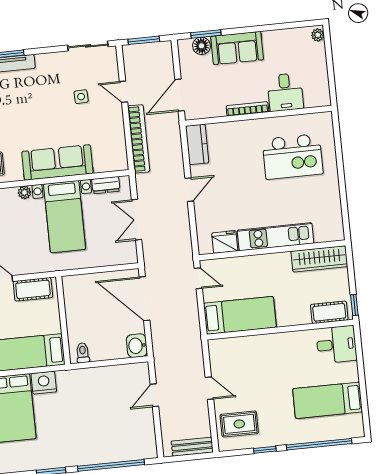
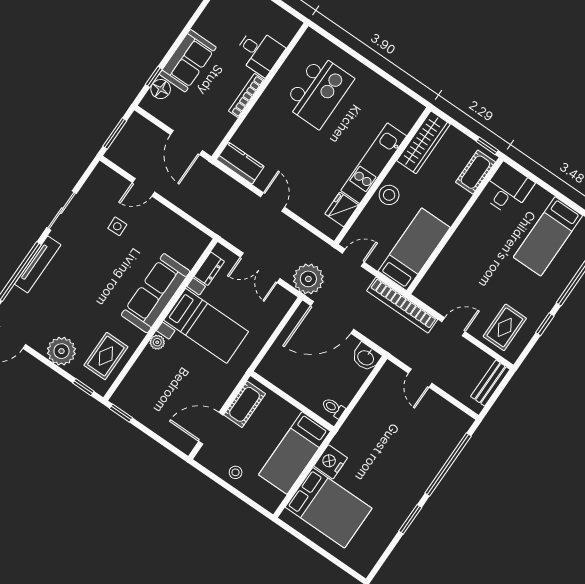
window: (206, 34) -> (154, 77), width x0.67
sliding door: (88, 46) -> (62, 211), moved
bookcase: (139, 139) -> (402, 305), moved, turned 180
plant: (157, 260) -> (308, 279), added
stool: (263, 266) -> (389, 195), added

